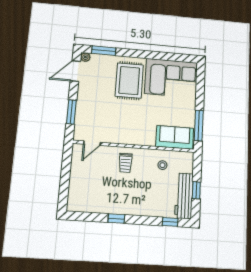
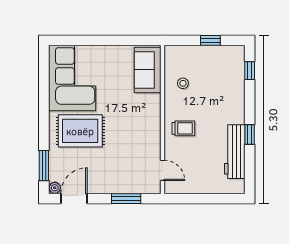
door: (75, 71) -> (74, 199), swing flipped
window: (199, 125) -> (130, 40), removed
workbench: (184, 196) -> (235, 152), moved, turned 90

